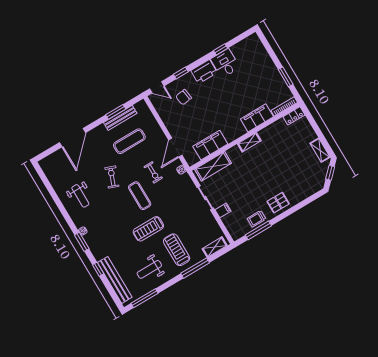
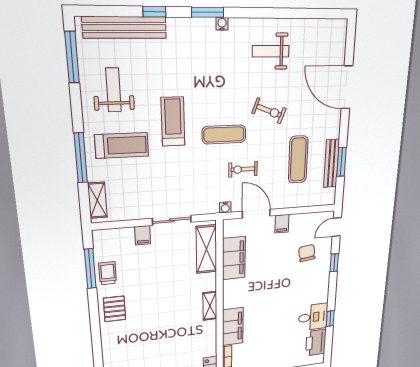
printer: (204, 72) -> (316, 343), moved
filing cabinet: (173, 127) -> (282, 224), added

